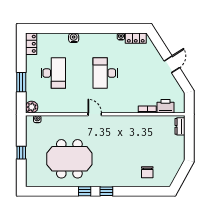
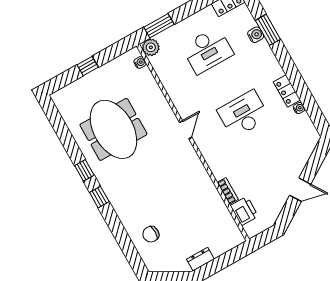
window: (62, 29) -> (268, 30), added
water cooler: (74, 38) -> (256, 35), moved
locker: (136, 38) -> (287, 91), moved
window: (21, 82) -> (159, 26), moved
dresser: (180, 126) -> (200, 259), moved

